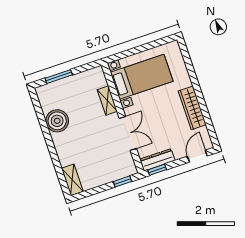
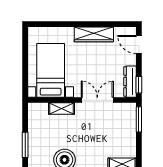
window: (122, 181) -> (139, 119), width x1.50

